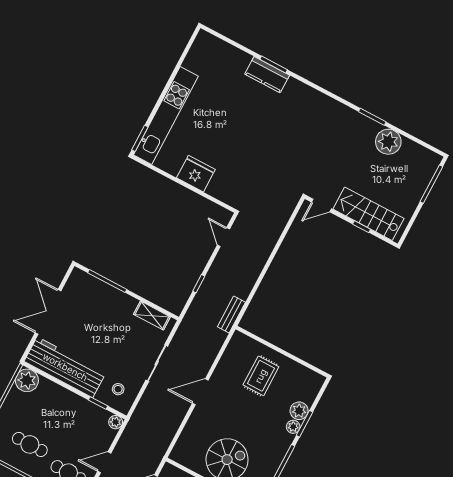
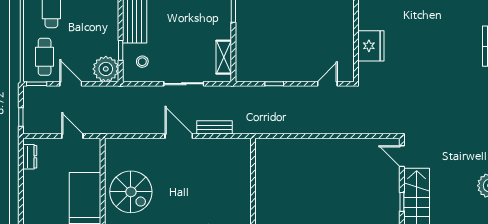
fridge: (196, 174) -> (371, 46), moved
bench: (231, 315) -> (215, 127), moved
rug: (261, 376) -> (222, 183), removed
plant: (116, 422) -> (106, 69), width x1.87, depth x1.87

